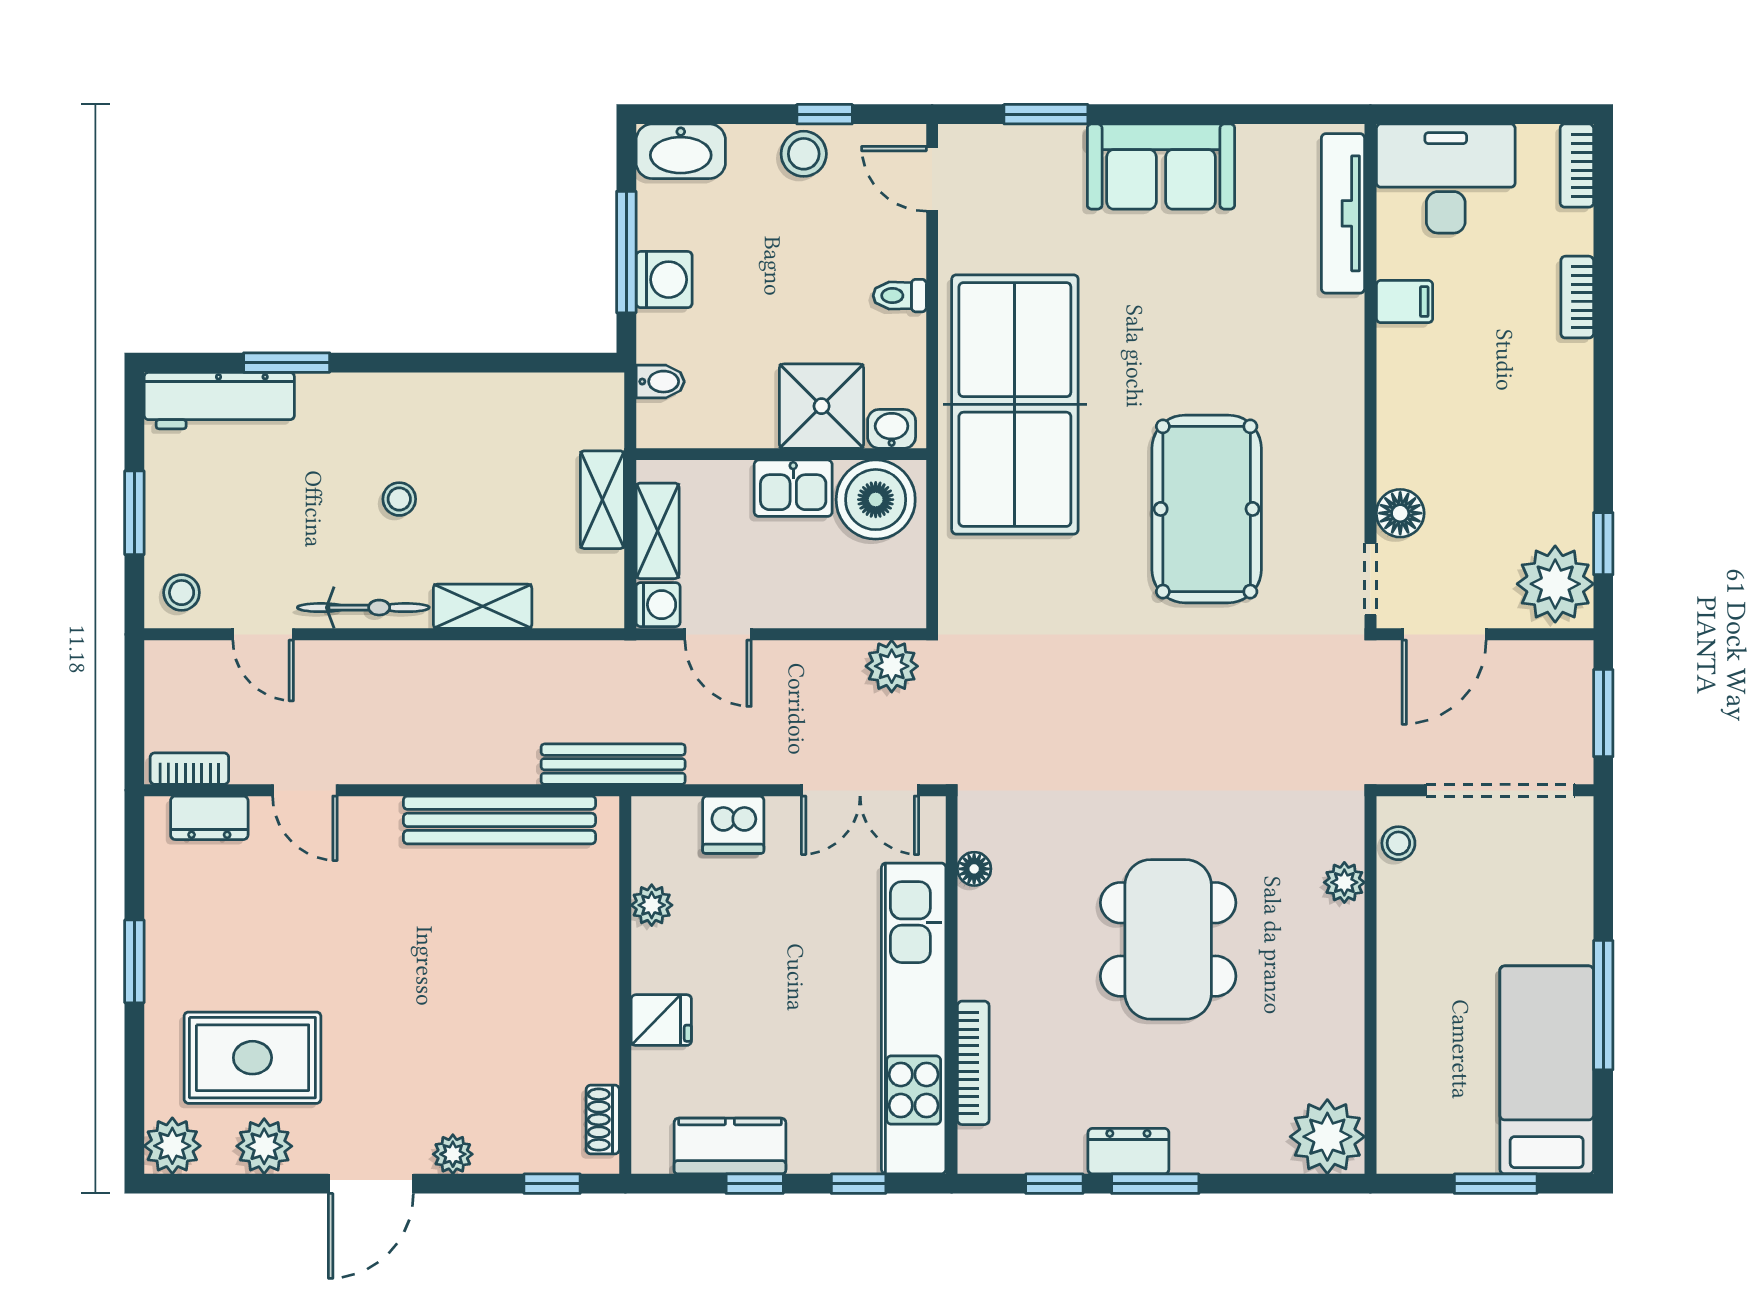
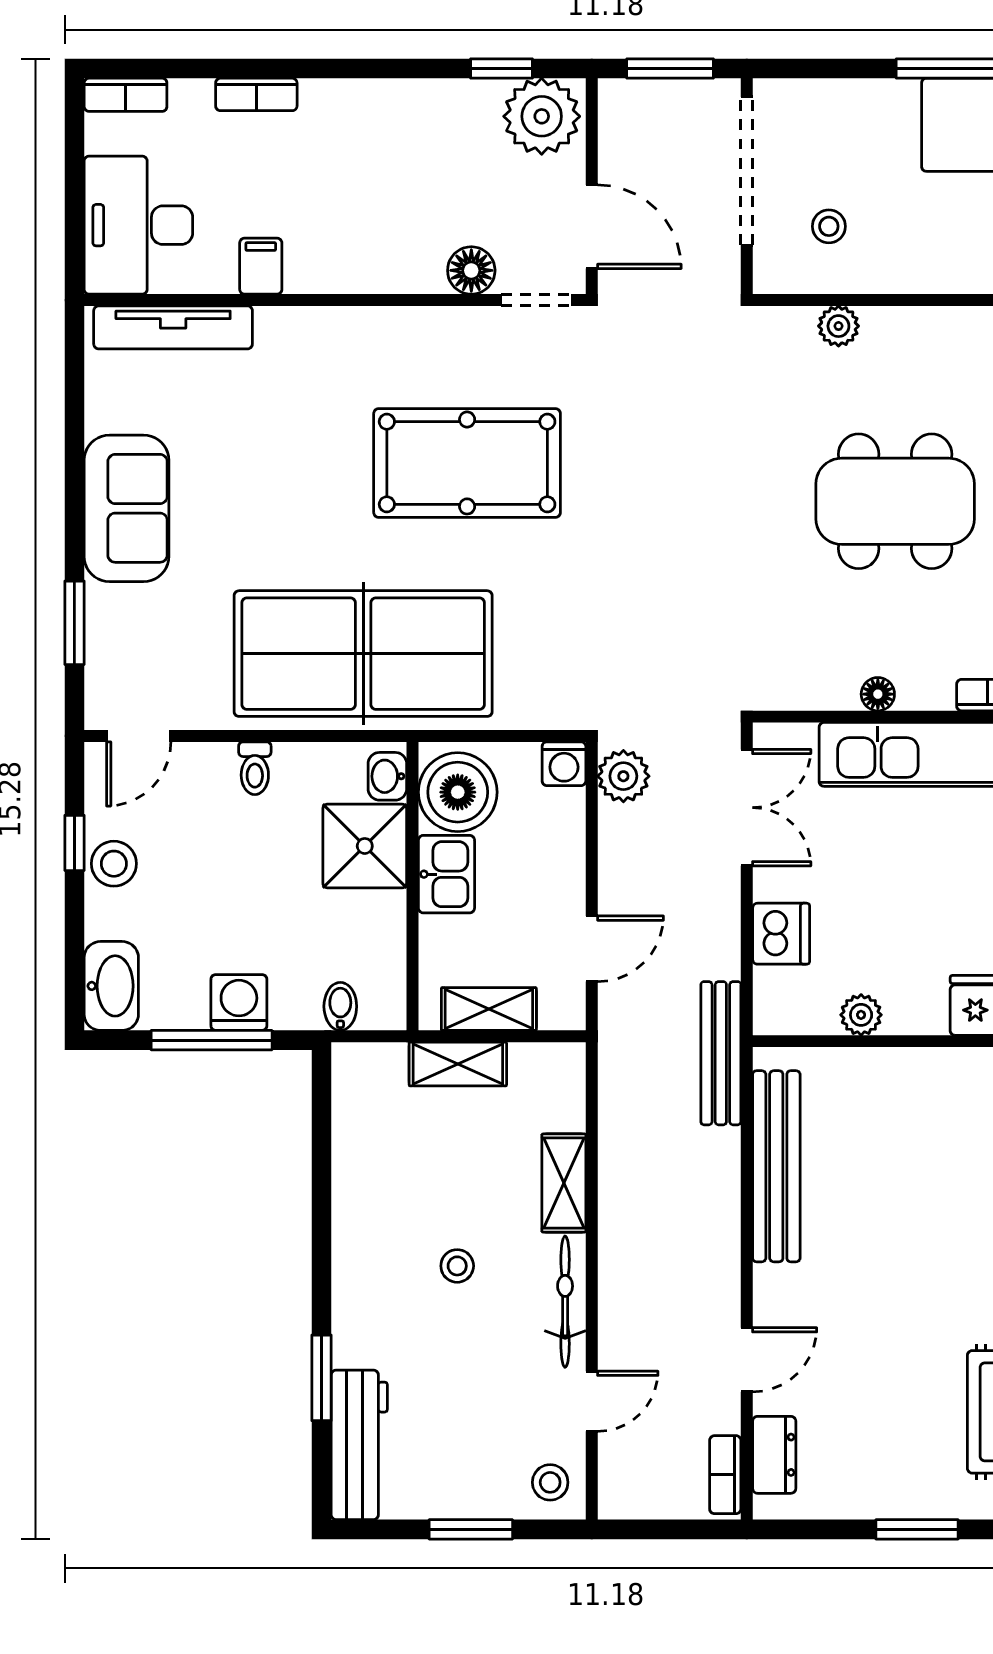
washing machine: (658, 605) -> (564, 764), moved, turned 180
stool: (1398, 843) -> (829, 226), moved
floor lamp: (974, 869) -> (878, 694), moved

